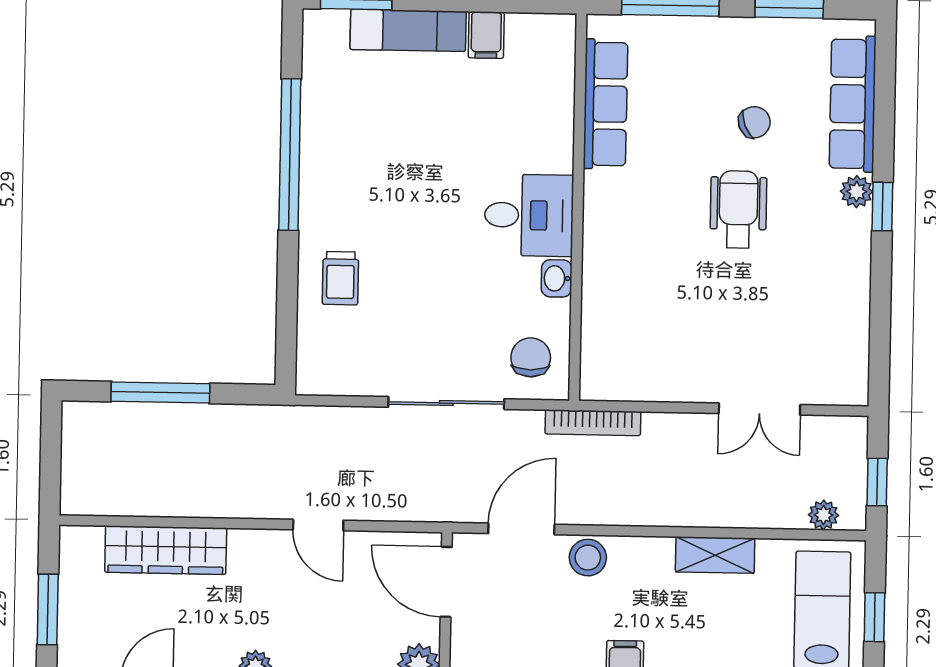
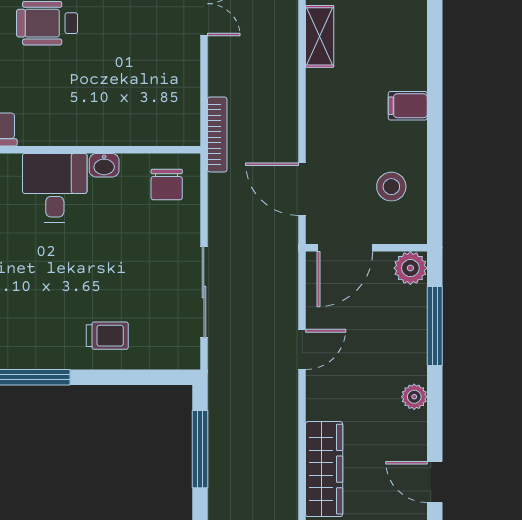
chair: (531, 357) -> (167, 185), turned -90
window: (160, 392) -> (200, 449), moved
sliding door: (446, 403) -> (204, 292), moved
stool: (588, 558) -> (391, 187), moved

